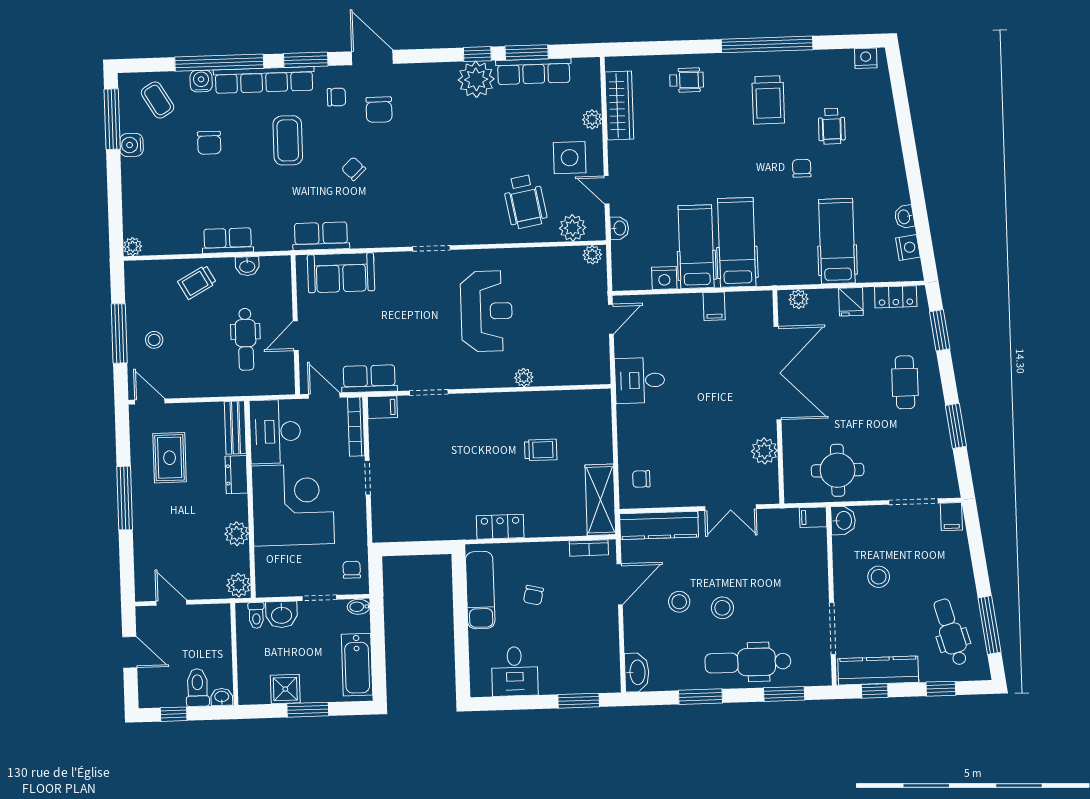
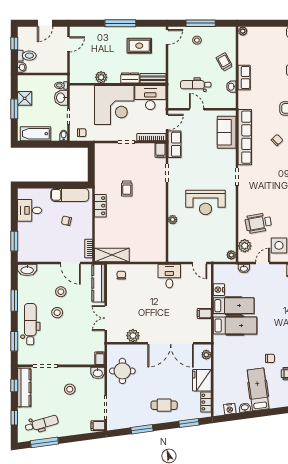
row of seats: (321, 236) -> (245, 137), width x2.02
hospital bed: (837, 241) -> (258, 389), moved, turned -98
fridge: (851, 302) -> (202, 380), width x1.88, depth x1.34
trolley: (541, 450) -> (127, 189), moved
plant: (239, 585) -> (76, 77), removed

